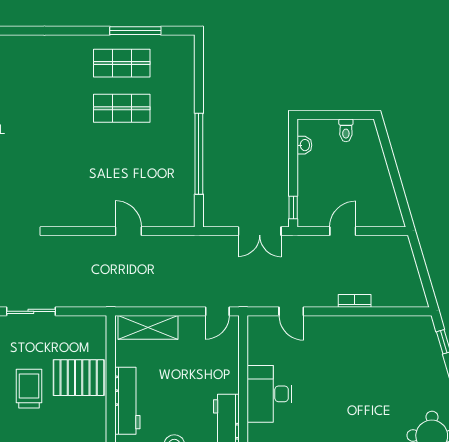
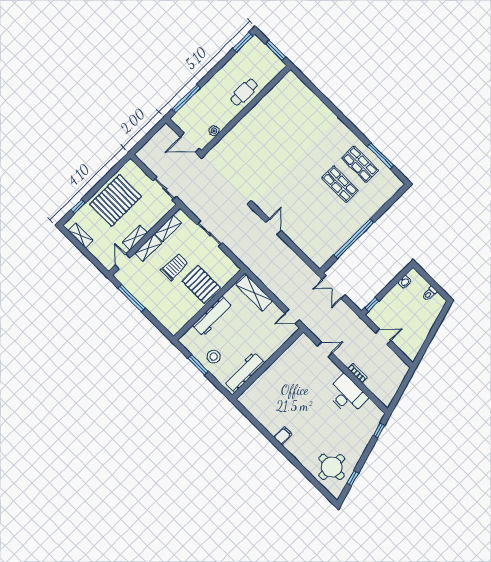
door: (128, 231) -> (273, 227), moved
double door: (260, 231) -> (334, 287), moved
door: (291, 311) -> (325, 349), swing flipped
desk: (269, 394) -> (347, 395), moved, turned 90

